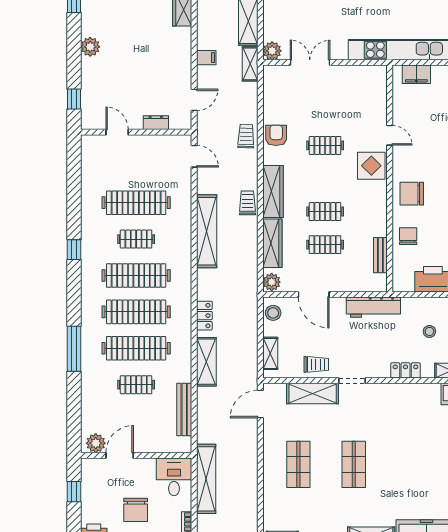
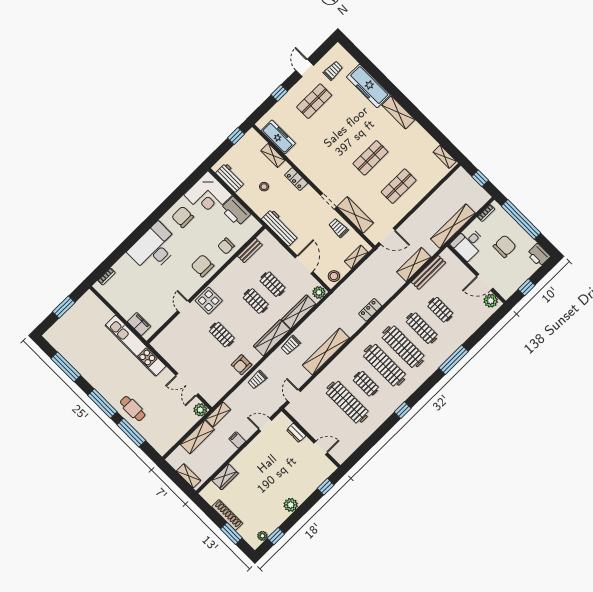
door: (117, 132) -> (321, 448), swing flipped
chair: (412, 194) -> (202, 266), turned 180
clothes rail: (136, 348) -> (422, 328), width x0.73, depth x0.76
shelving: (206, 362) -> (414, 265), moved

